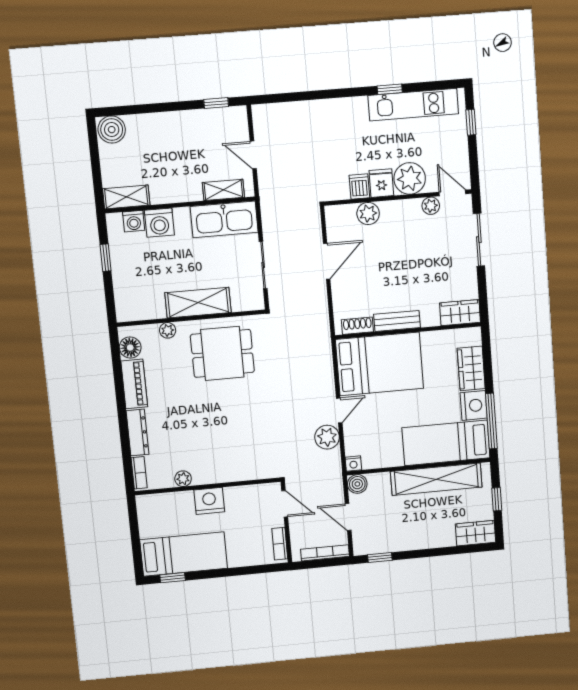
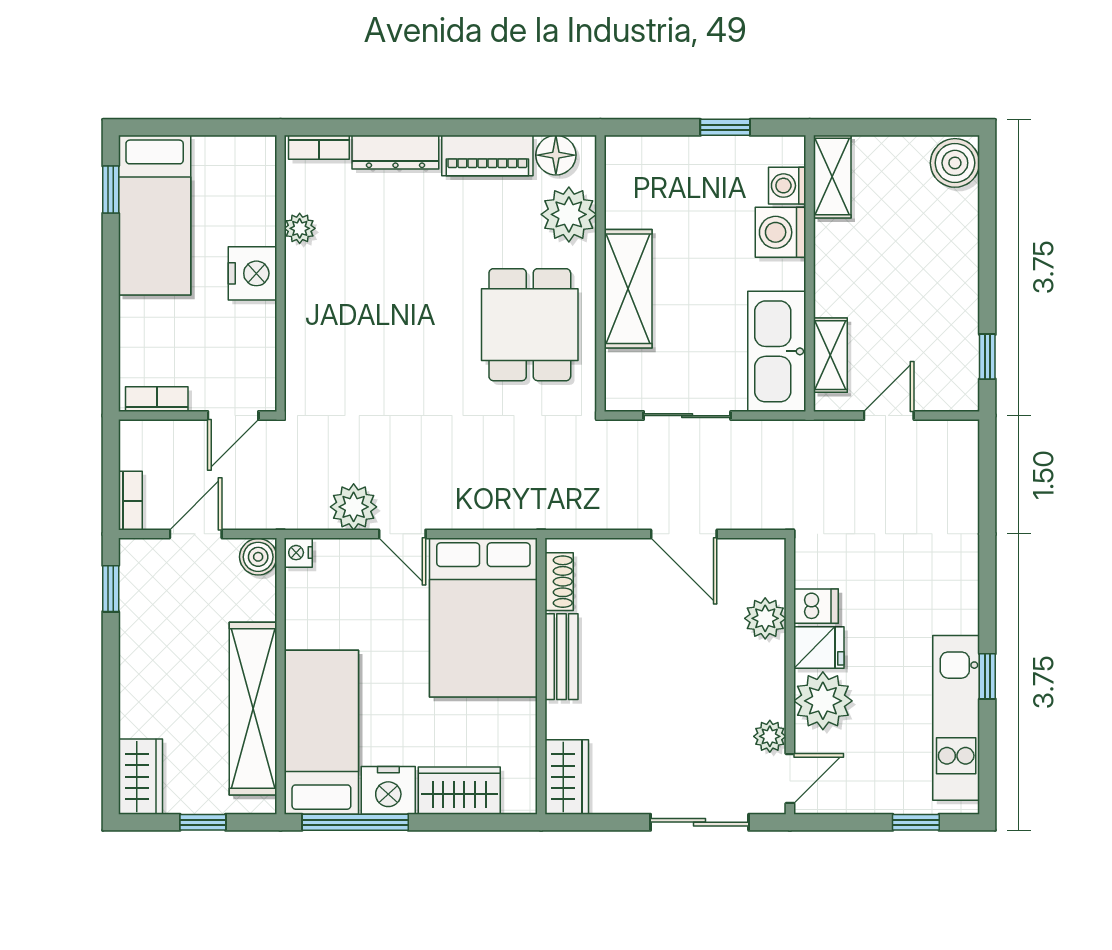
plant: (168, 330) -> (569, 214), width x1.88, depth x1.88
bookcase: (325, 553) -> (130, 501), width x0.64

